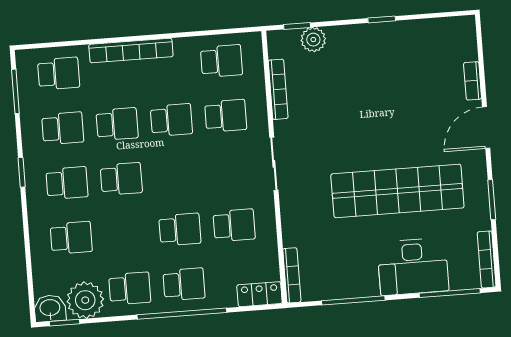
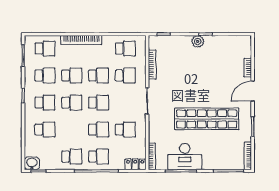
plant: (313, 40) -> (198, 41), moved
school desk: (176, 175) -> (99, 103), added
desk: (413, 267) -> (185, 157), moved
plant: (85, 300) -> (49, 161), removed

